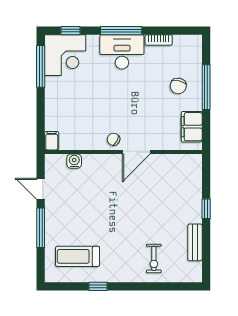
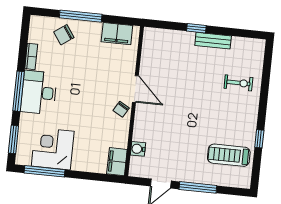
window: (70, 31) -> (13, 139), width x1.50
corner desk: (65, 55) -> (53, 149), moved, turned -90
chair: (178, 86) -> (64, 35), moved, turned 133
filing cabinet: (52, 141) -> (117, 162), width x2.00
bench: (195, 242) -> (213, 41), moved
treadmill: (78, 256) -> (229, 155), turned 90

